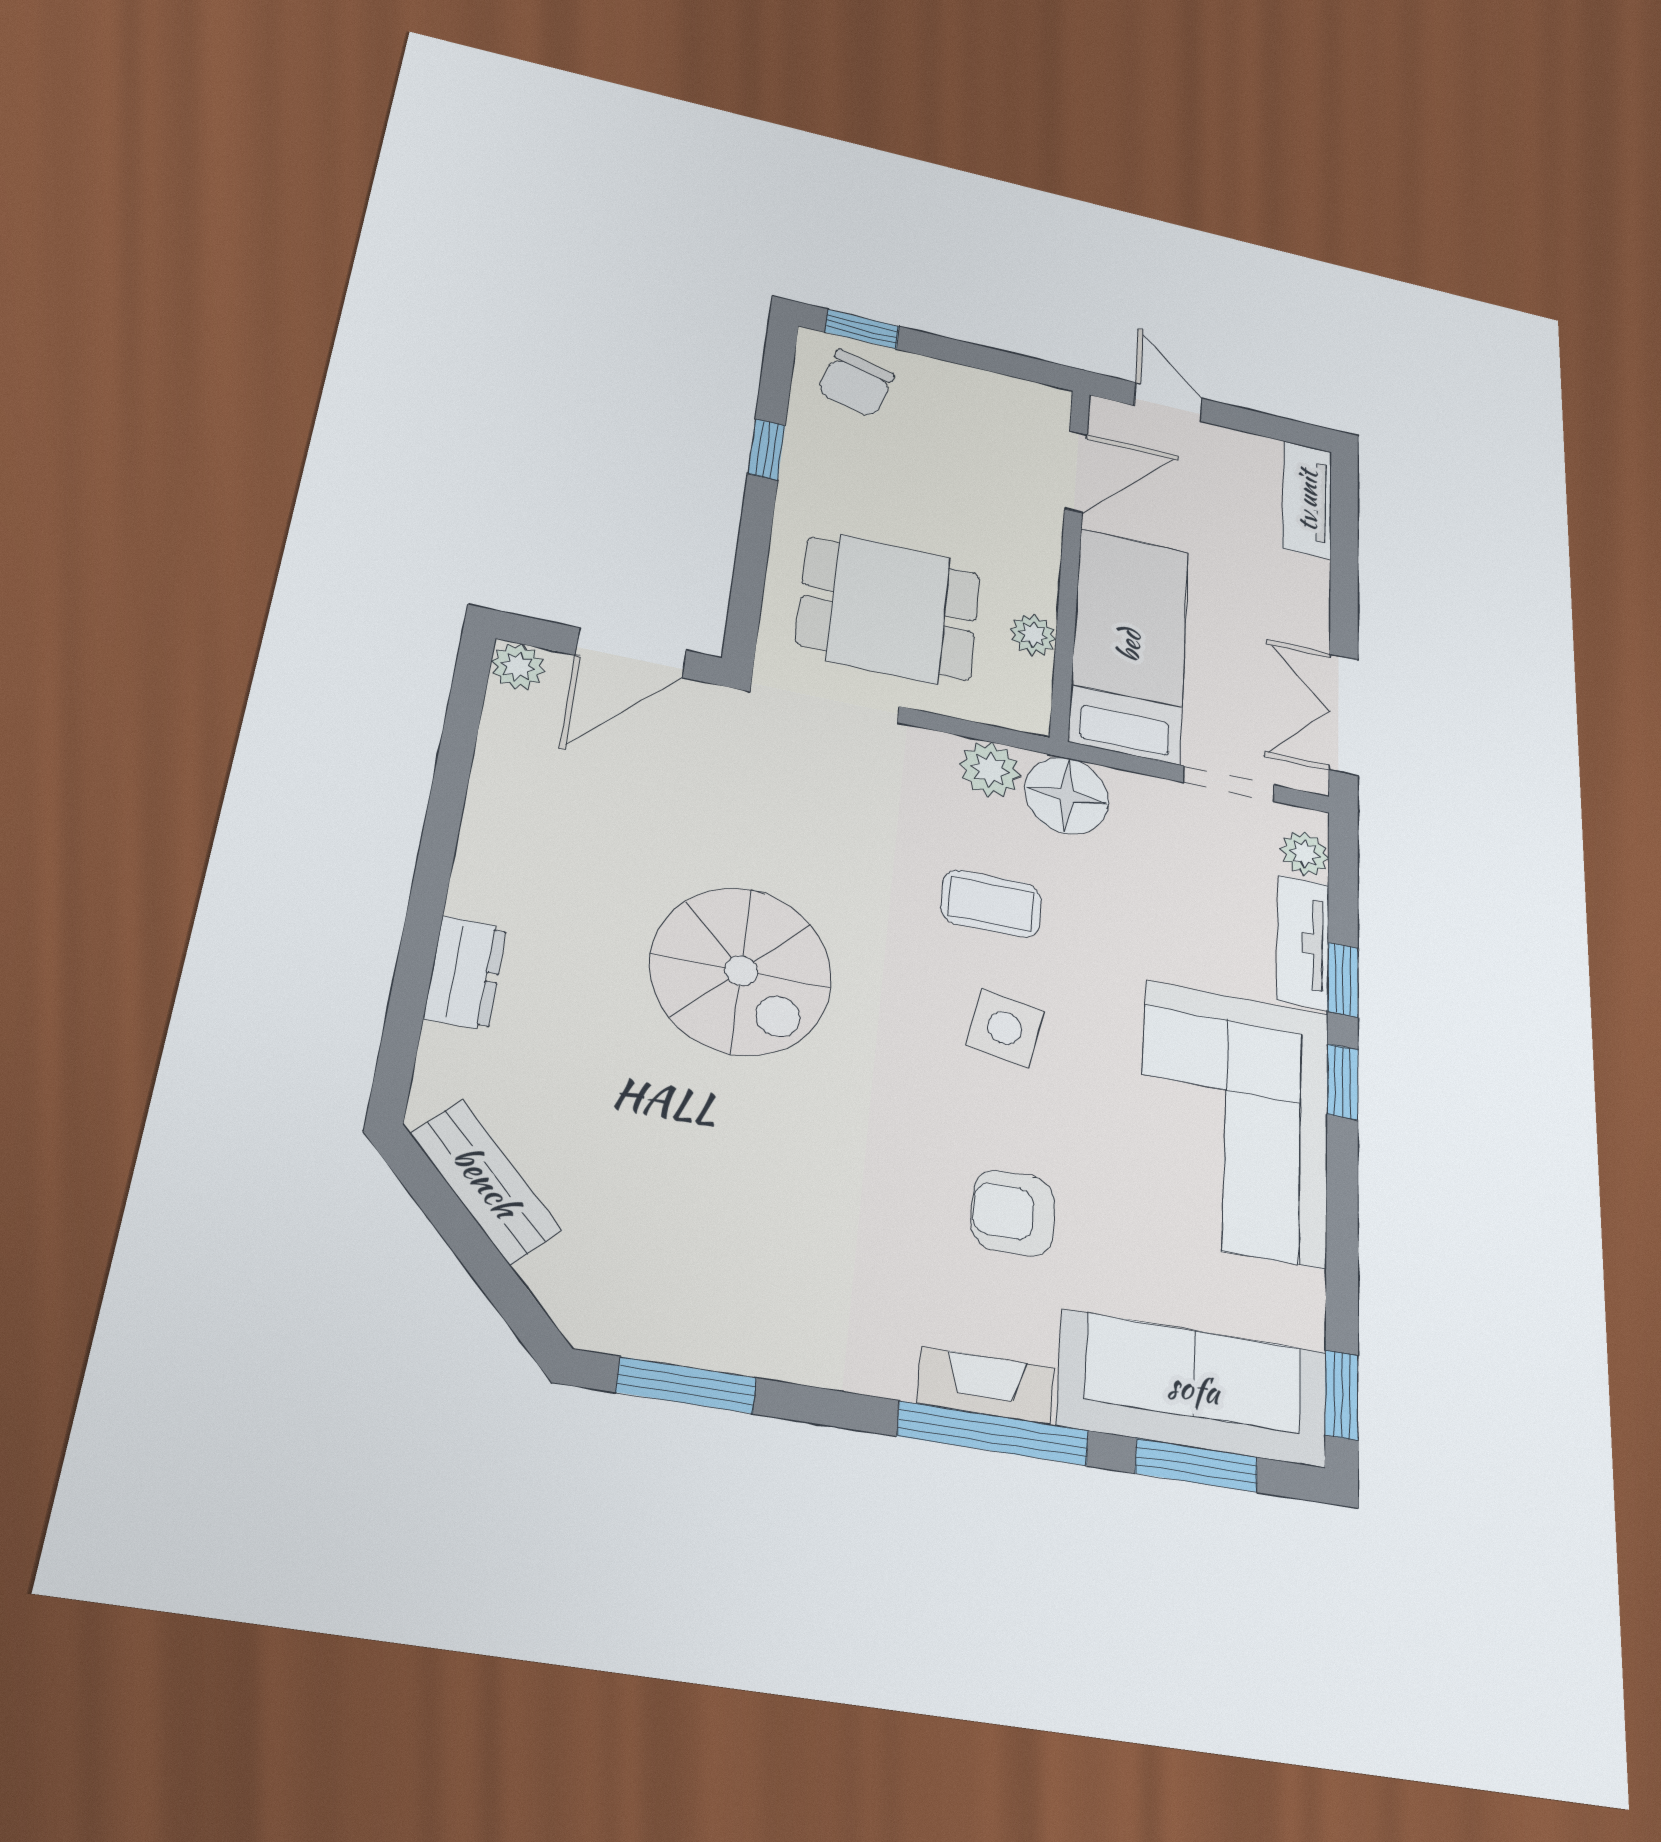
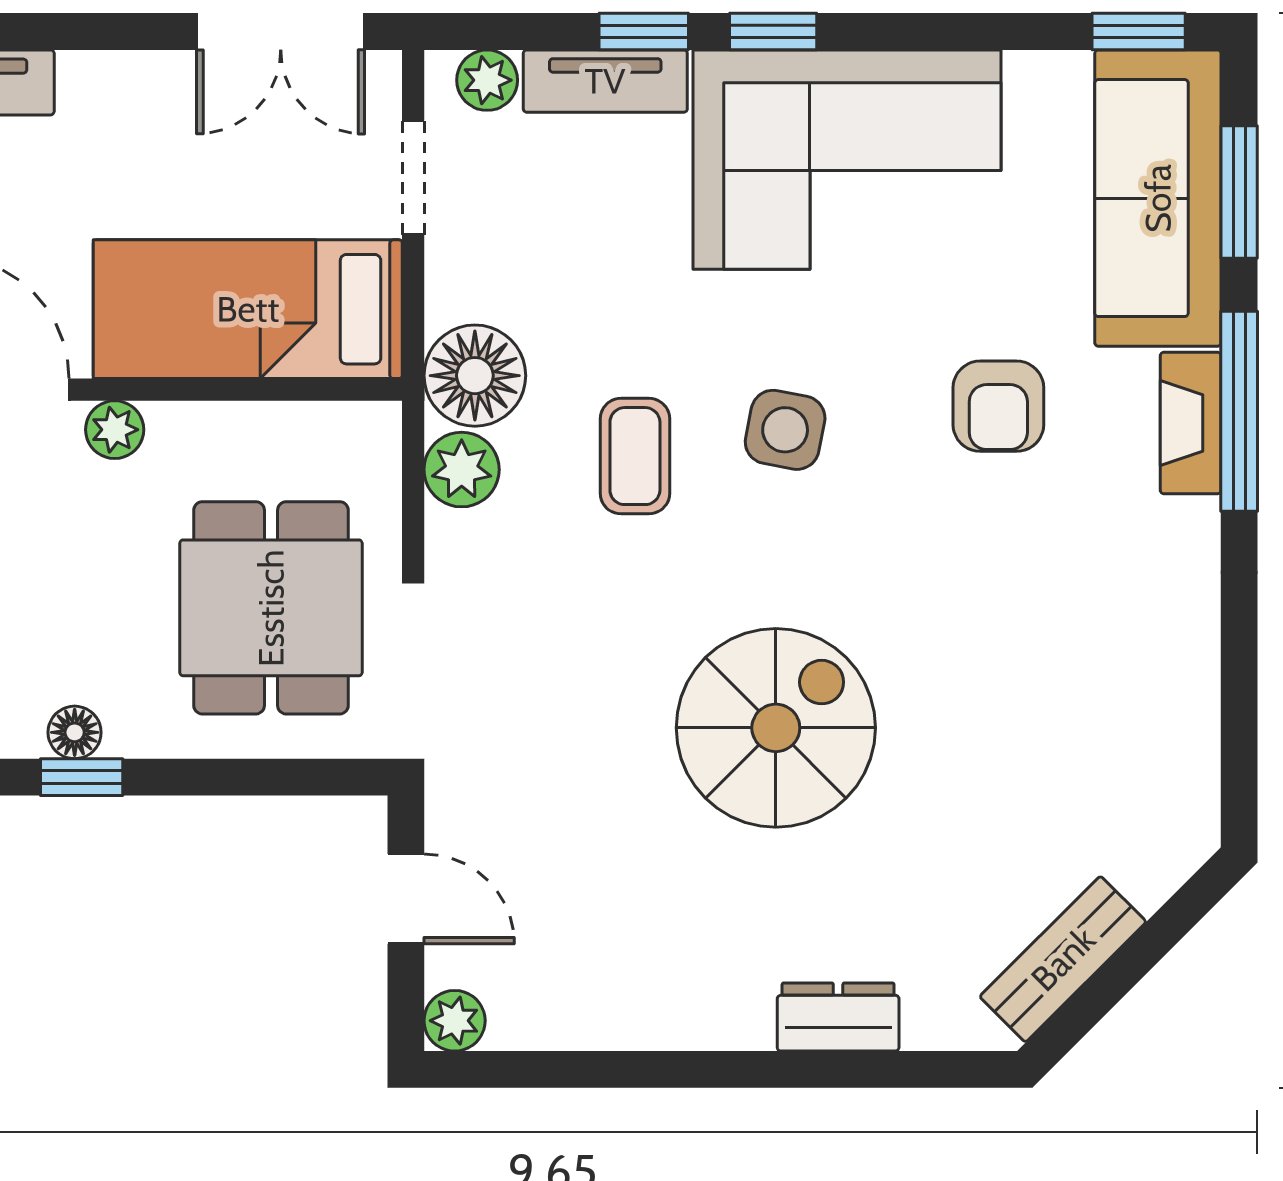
floor lamp: (803, 453) -> (75, 732), added
plant: (1033, 635) -> (115, 430), moved
door: (631, 653) -> (406, 899), width x0.73
window: (686, 1385) -> (1239, 730), removed

